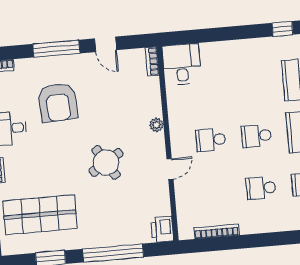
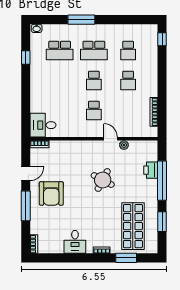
armchair: (58, 102) -> (51, 193), moved, turned 93
plant: (156, 125) -> (124, 145), moved
round table: (106, 162) -> (103, 180), turned -30
printer: (162, 229) -> (151, 170), moved, turned 90

